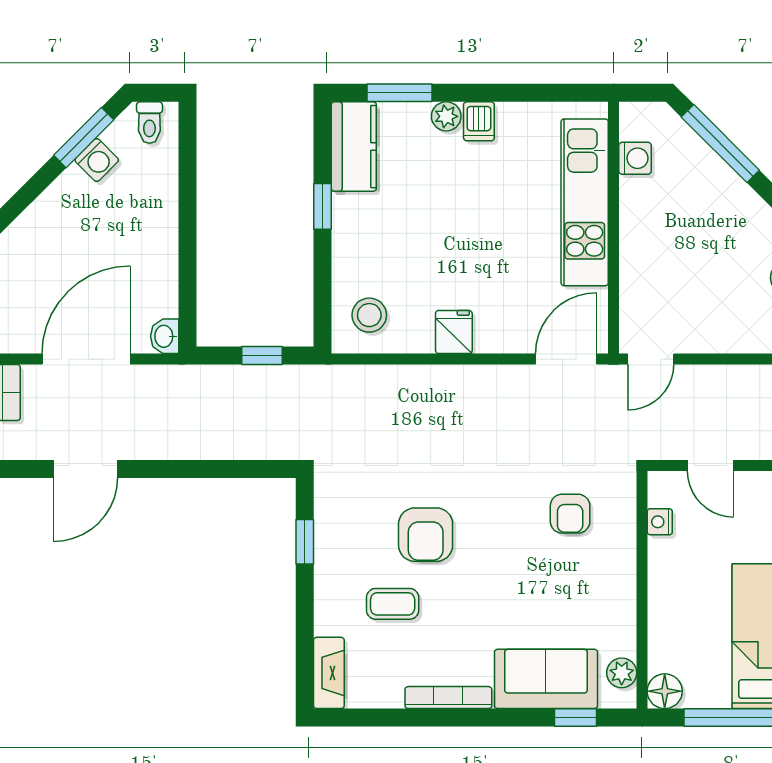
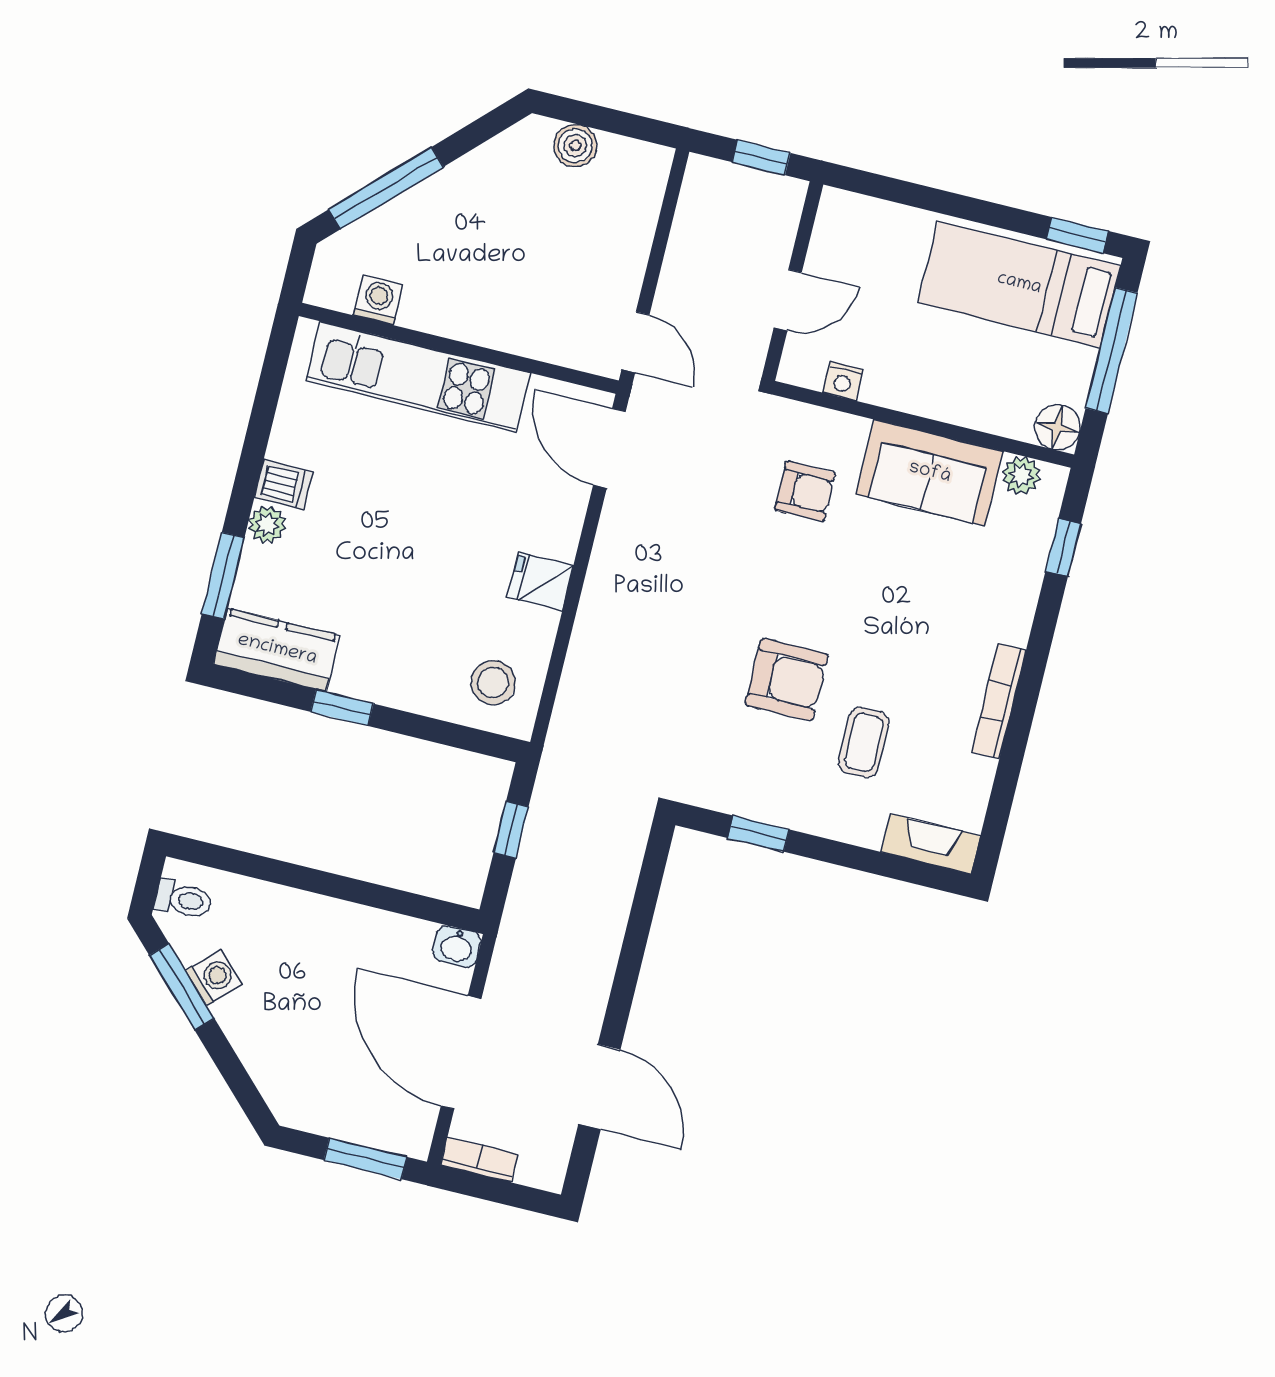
sofa: (546, 679) -> (930, 473), moved, turned -90

